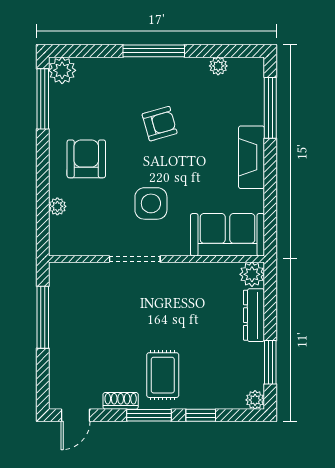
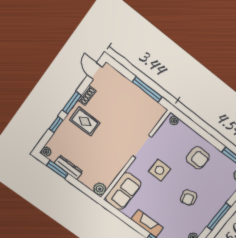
plant: (57, 206) -> (174, 120), moved
dresser: (254, 315) -> (68, 167), moved

